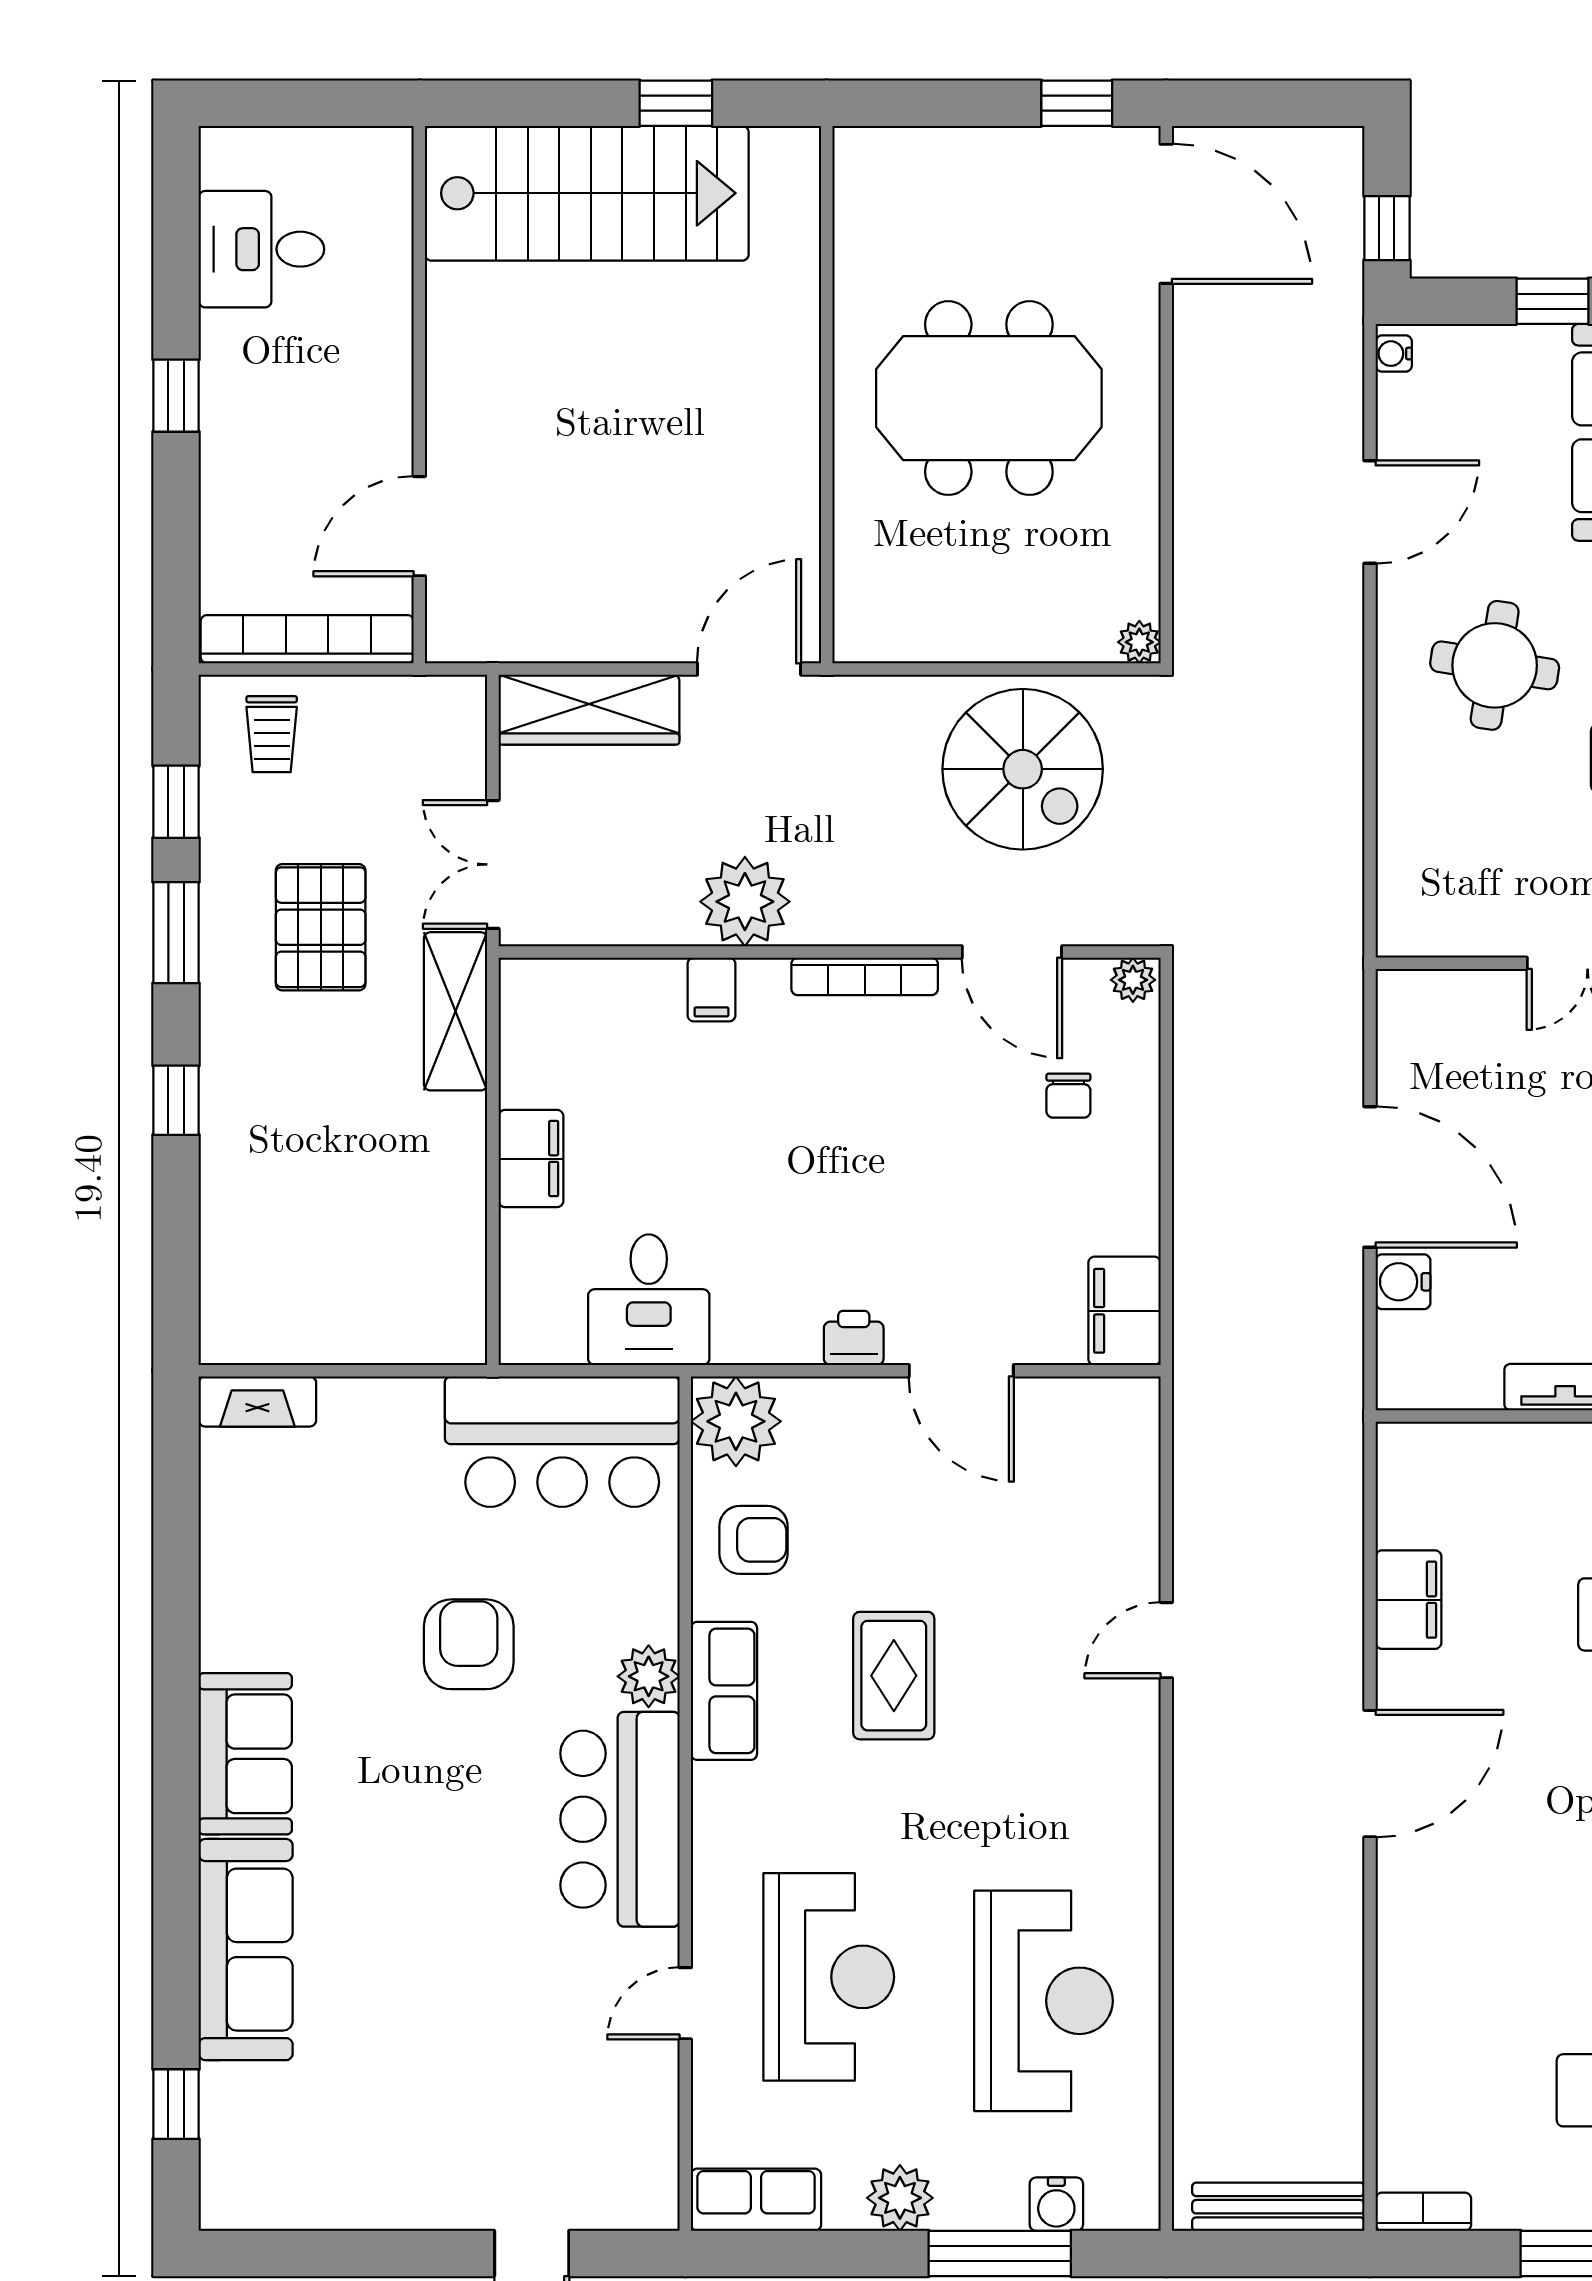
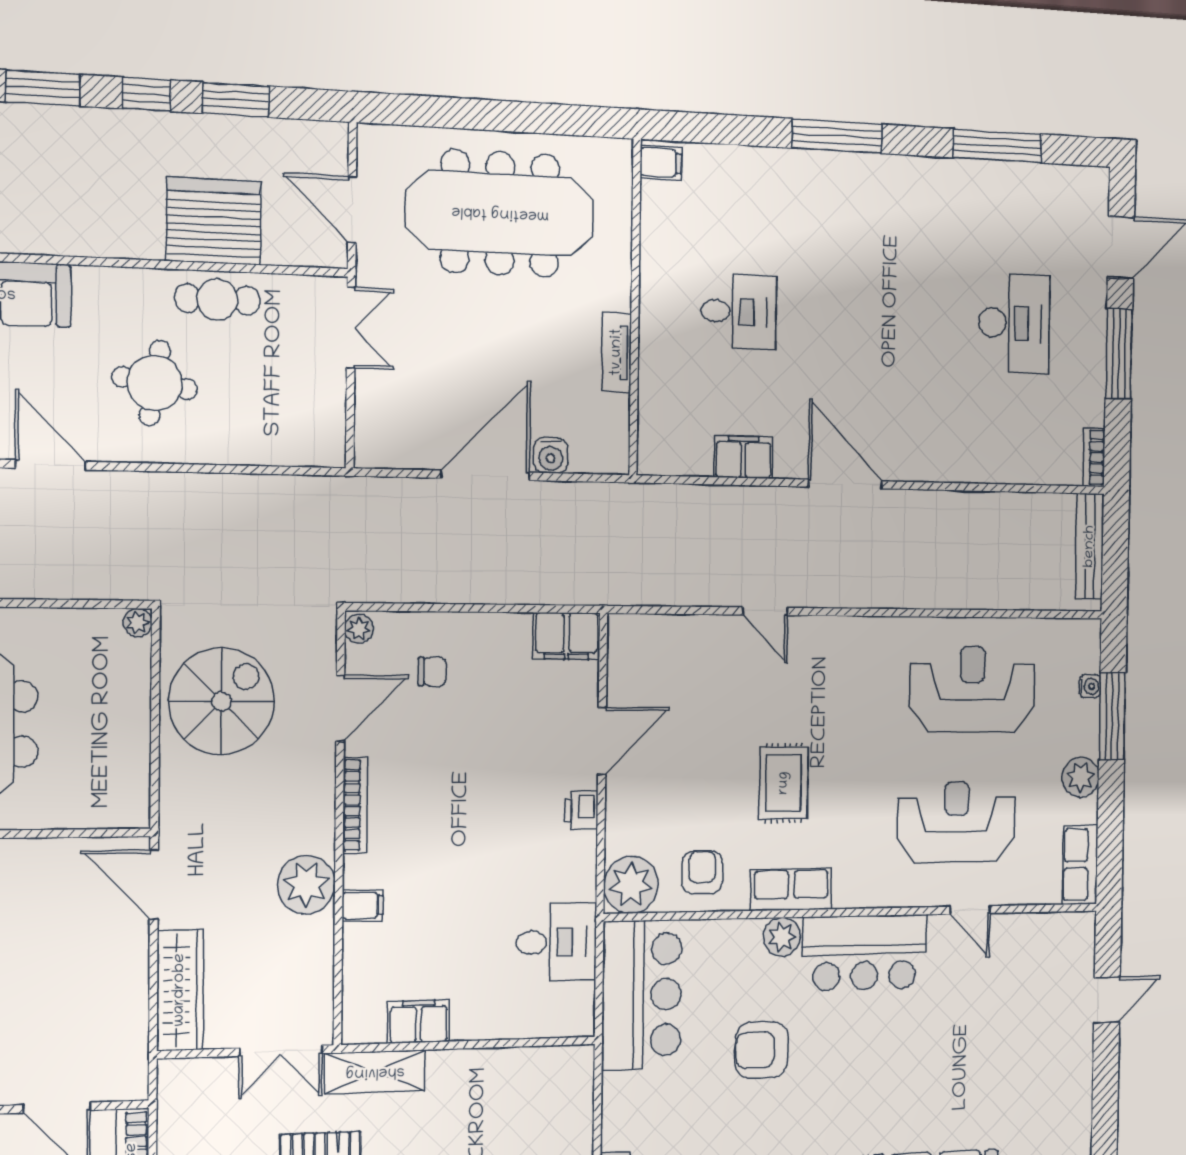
filing cabinet: (531, 1159) -> (419, 1022), moved
rug: (894, 1676) -> (784, 783), turned 90
water cooler: (1056, 2204) -> (1090, 686), width x0.72, depth x0.72

